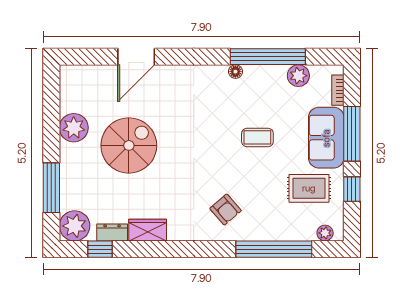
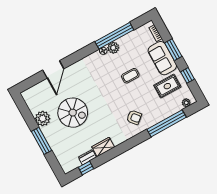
plant: (298, 76) -> (113, 48), moved
window: (352, 134) -> (173, 50), width x0.69
spiral stairs: (129, 145) -> (73, 113), turned 90
window: (51, 188) -> (41, 141), moved
plant: (75, 226) -> (68, 164), removed

